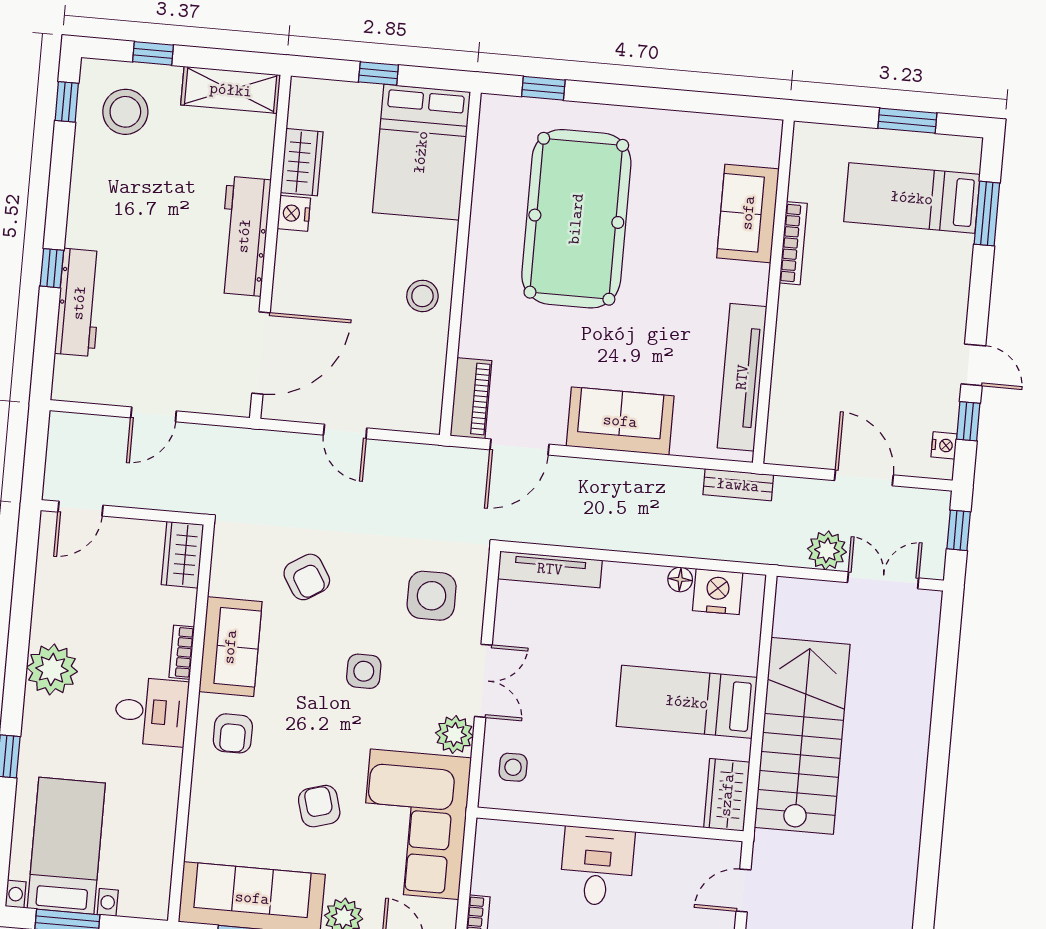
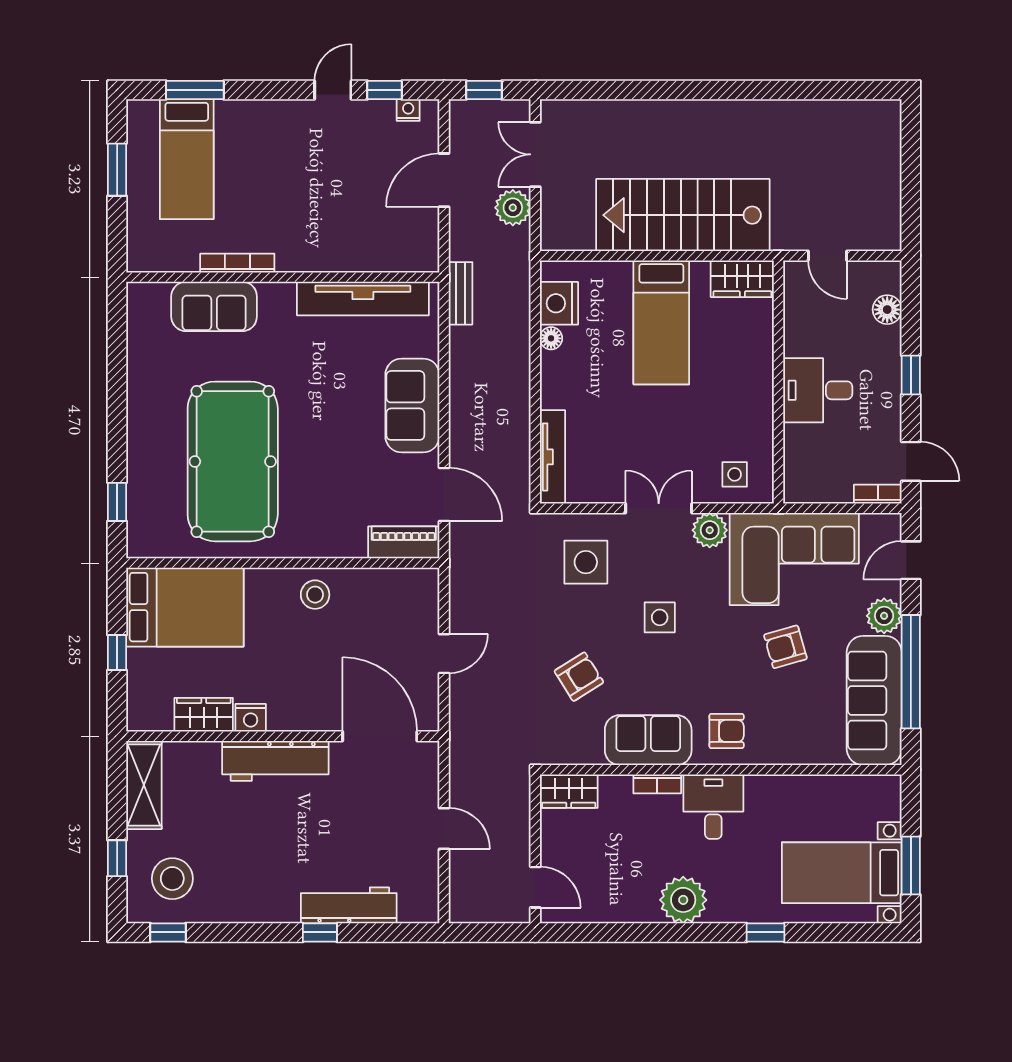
pool table: (576, 219) -> (233, 461), turned 90

